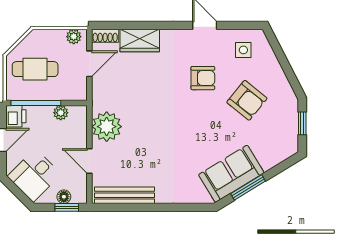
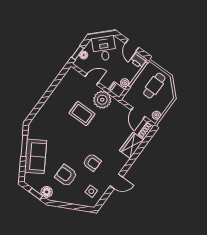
armchair: (203, 78) -> (92, 162), turned -90
armchair: (247, 100) -> (66, 175), turned 51
floor lamp: (289, 111) -> (47, 192), added
filing cabinet: (78, 117) -> (117, 90), added
rug: (146, 140) -> (82, 114), added
sofa: (231, 174) -> (35, 156), moved
bench: (124, 195) -> (63, 84), removed

